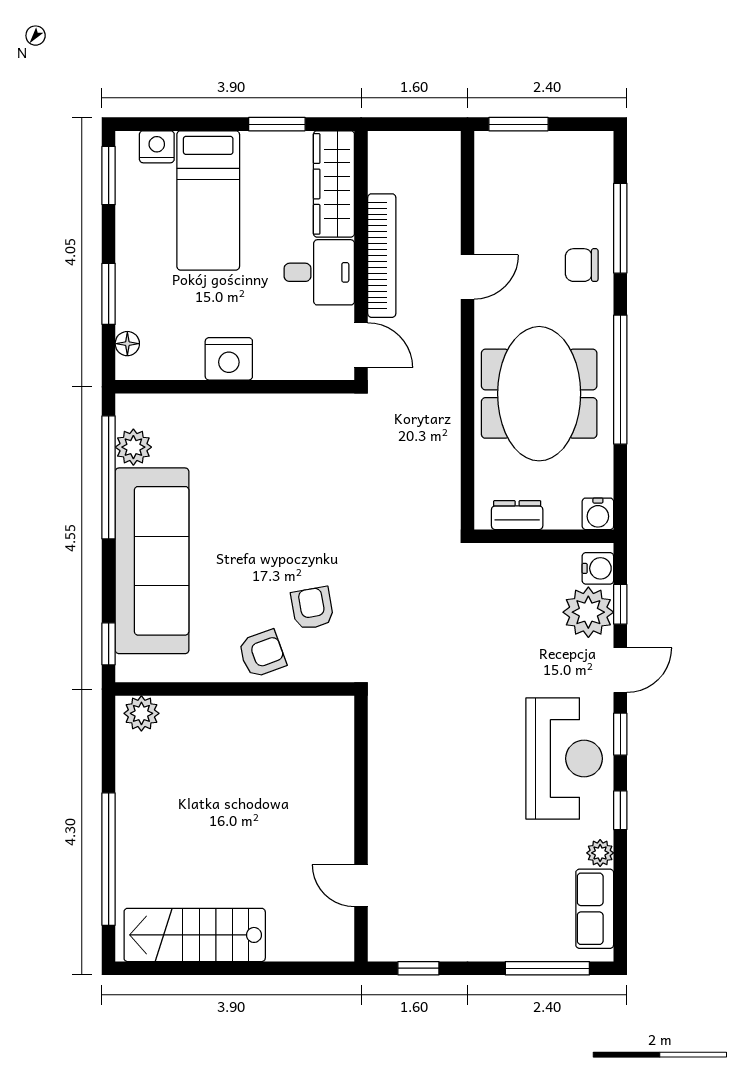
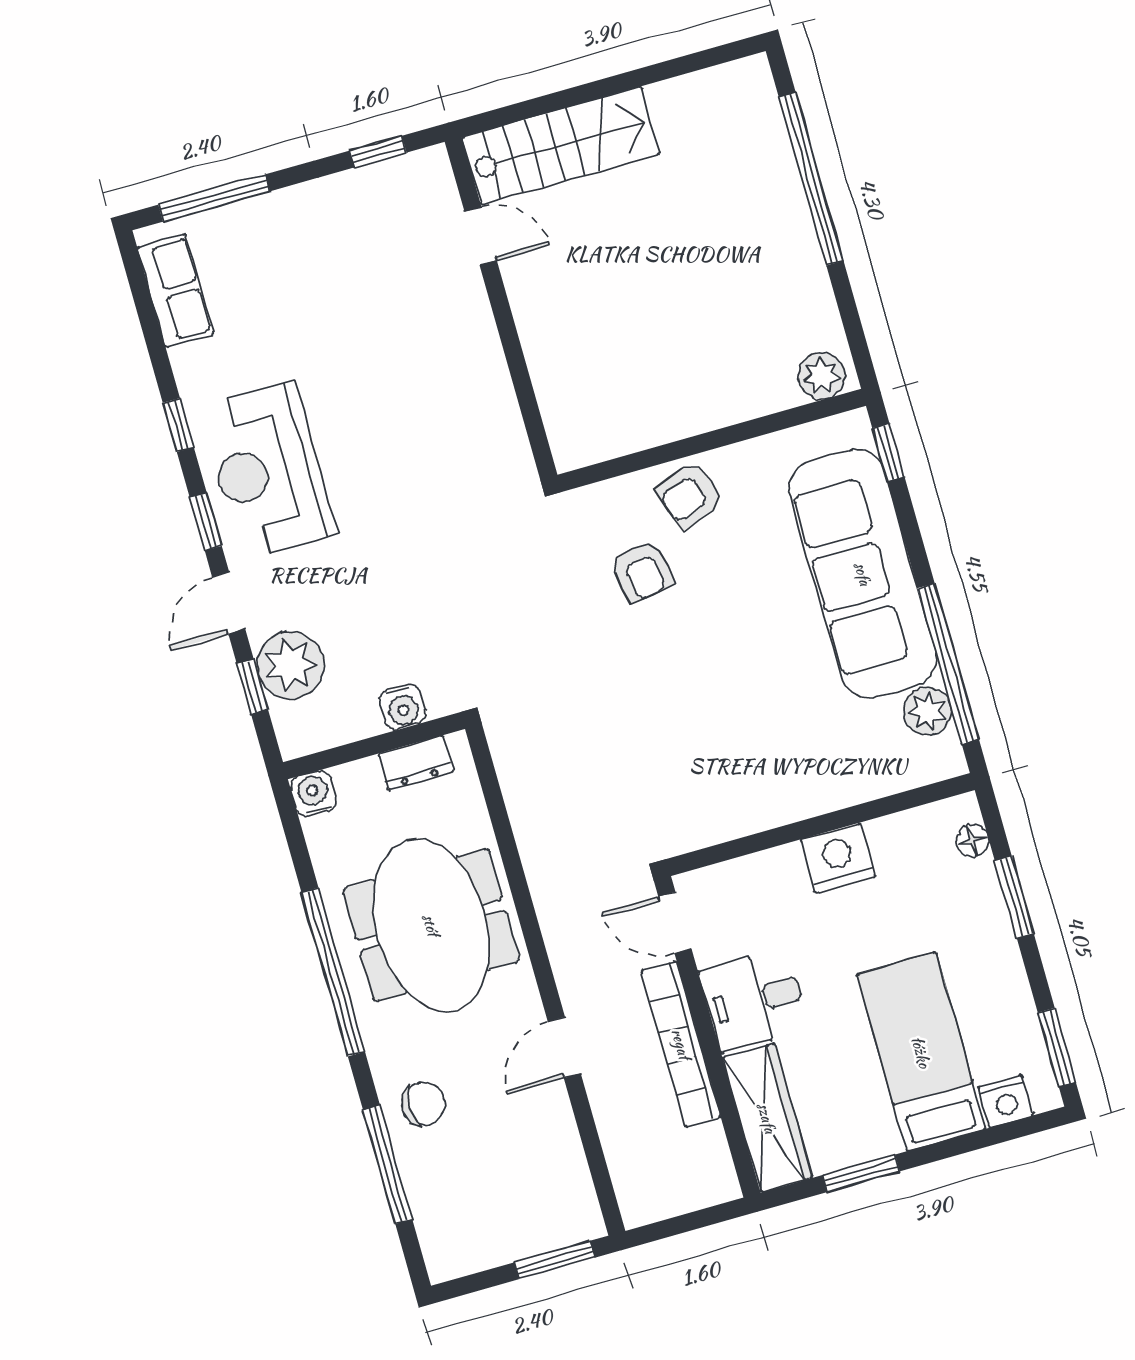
water cooler: (598, 568) -> (402, 707), moved, turned -90
plant: (600, 853) -> (189, 363), removed
stairs: (195, 935) -> (561, 146), moved

